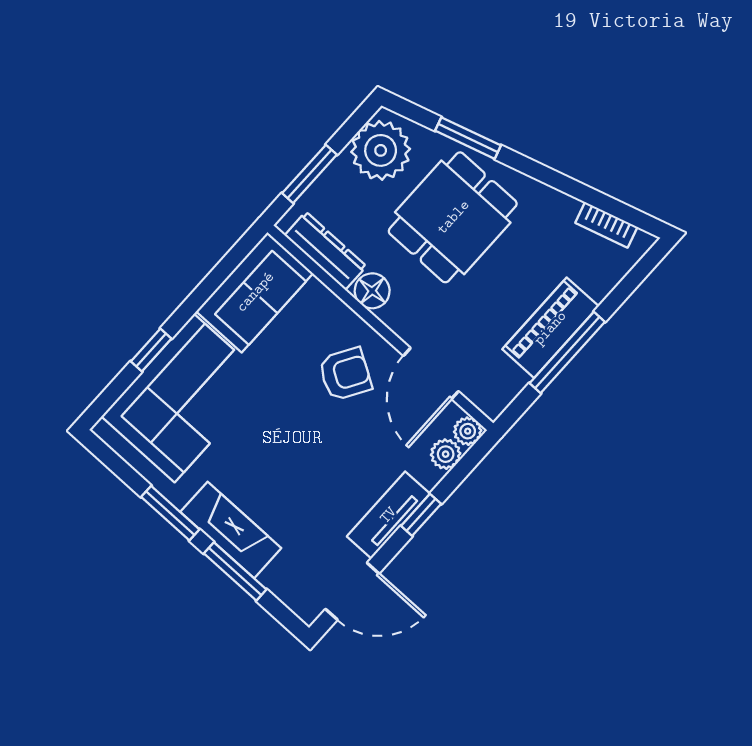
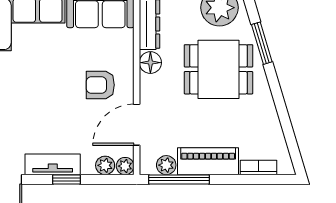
bookcase: (606, 225) -> (258, 167), moved, turned 107
window: (567, 353) -> (179, 179), moved
armchair: (345, 374) -> (100, 85), turned 149
plant: (510, 381) -> (166, 165), added

